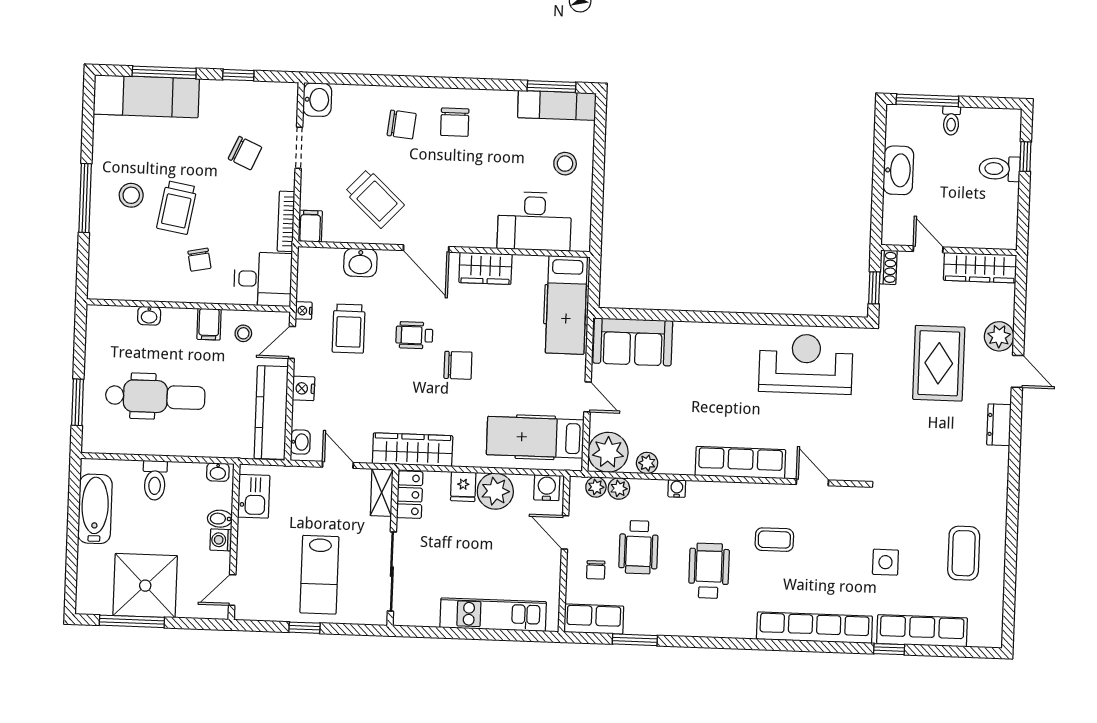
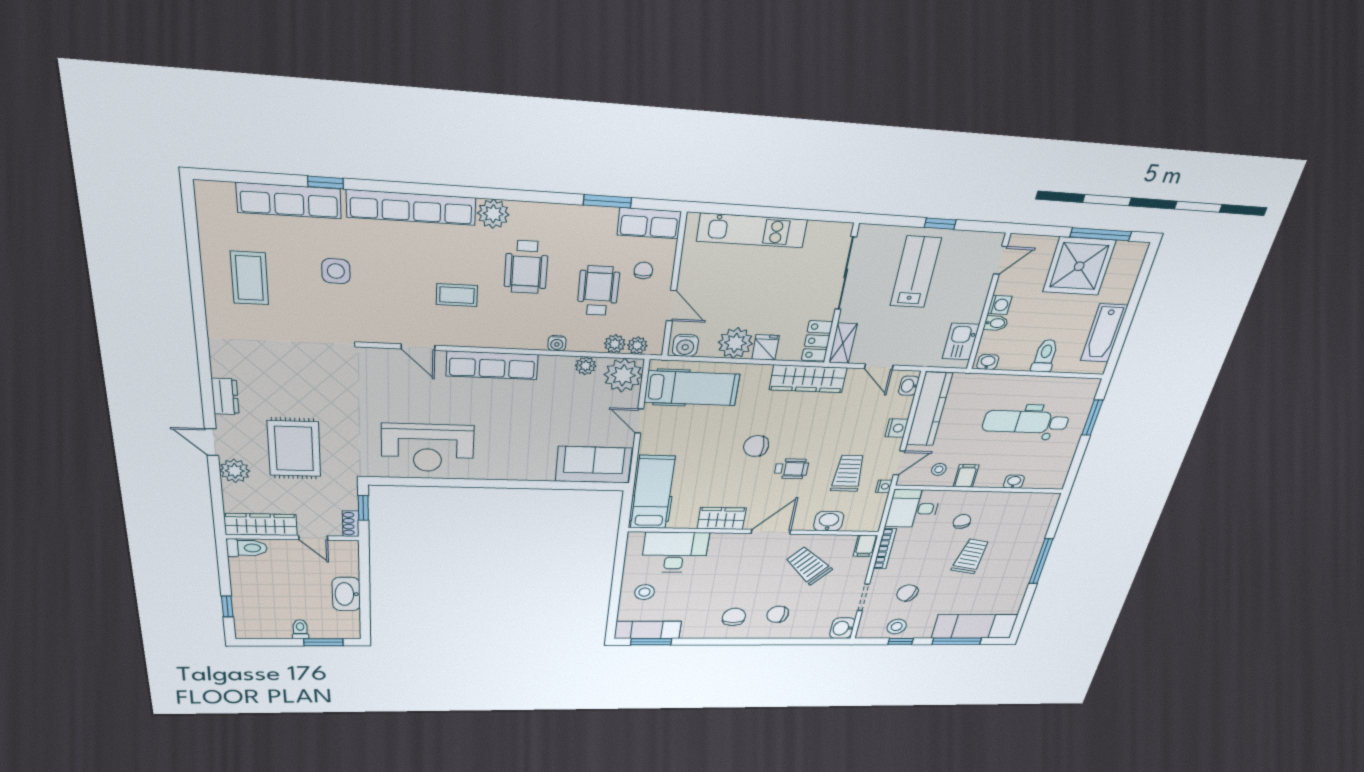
window: (927, 100) -> (323, 642), width x0.69
toilet: (1000, 169) -> (247, 548), moved
stool: (131, 195) -> (897, 627), moved
door: (426, 249) -> (771, 532), hinge flipped
plant: (740, 624) -> (493, 214), added

